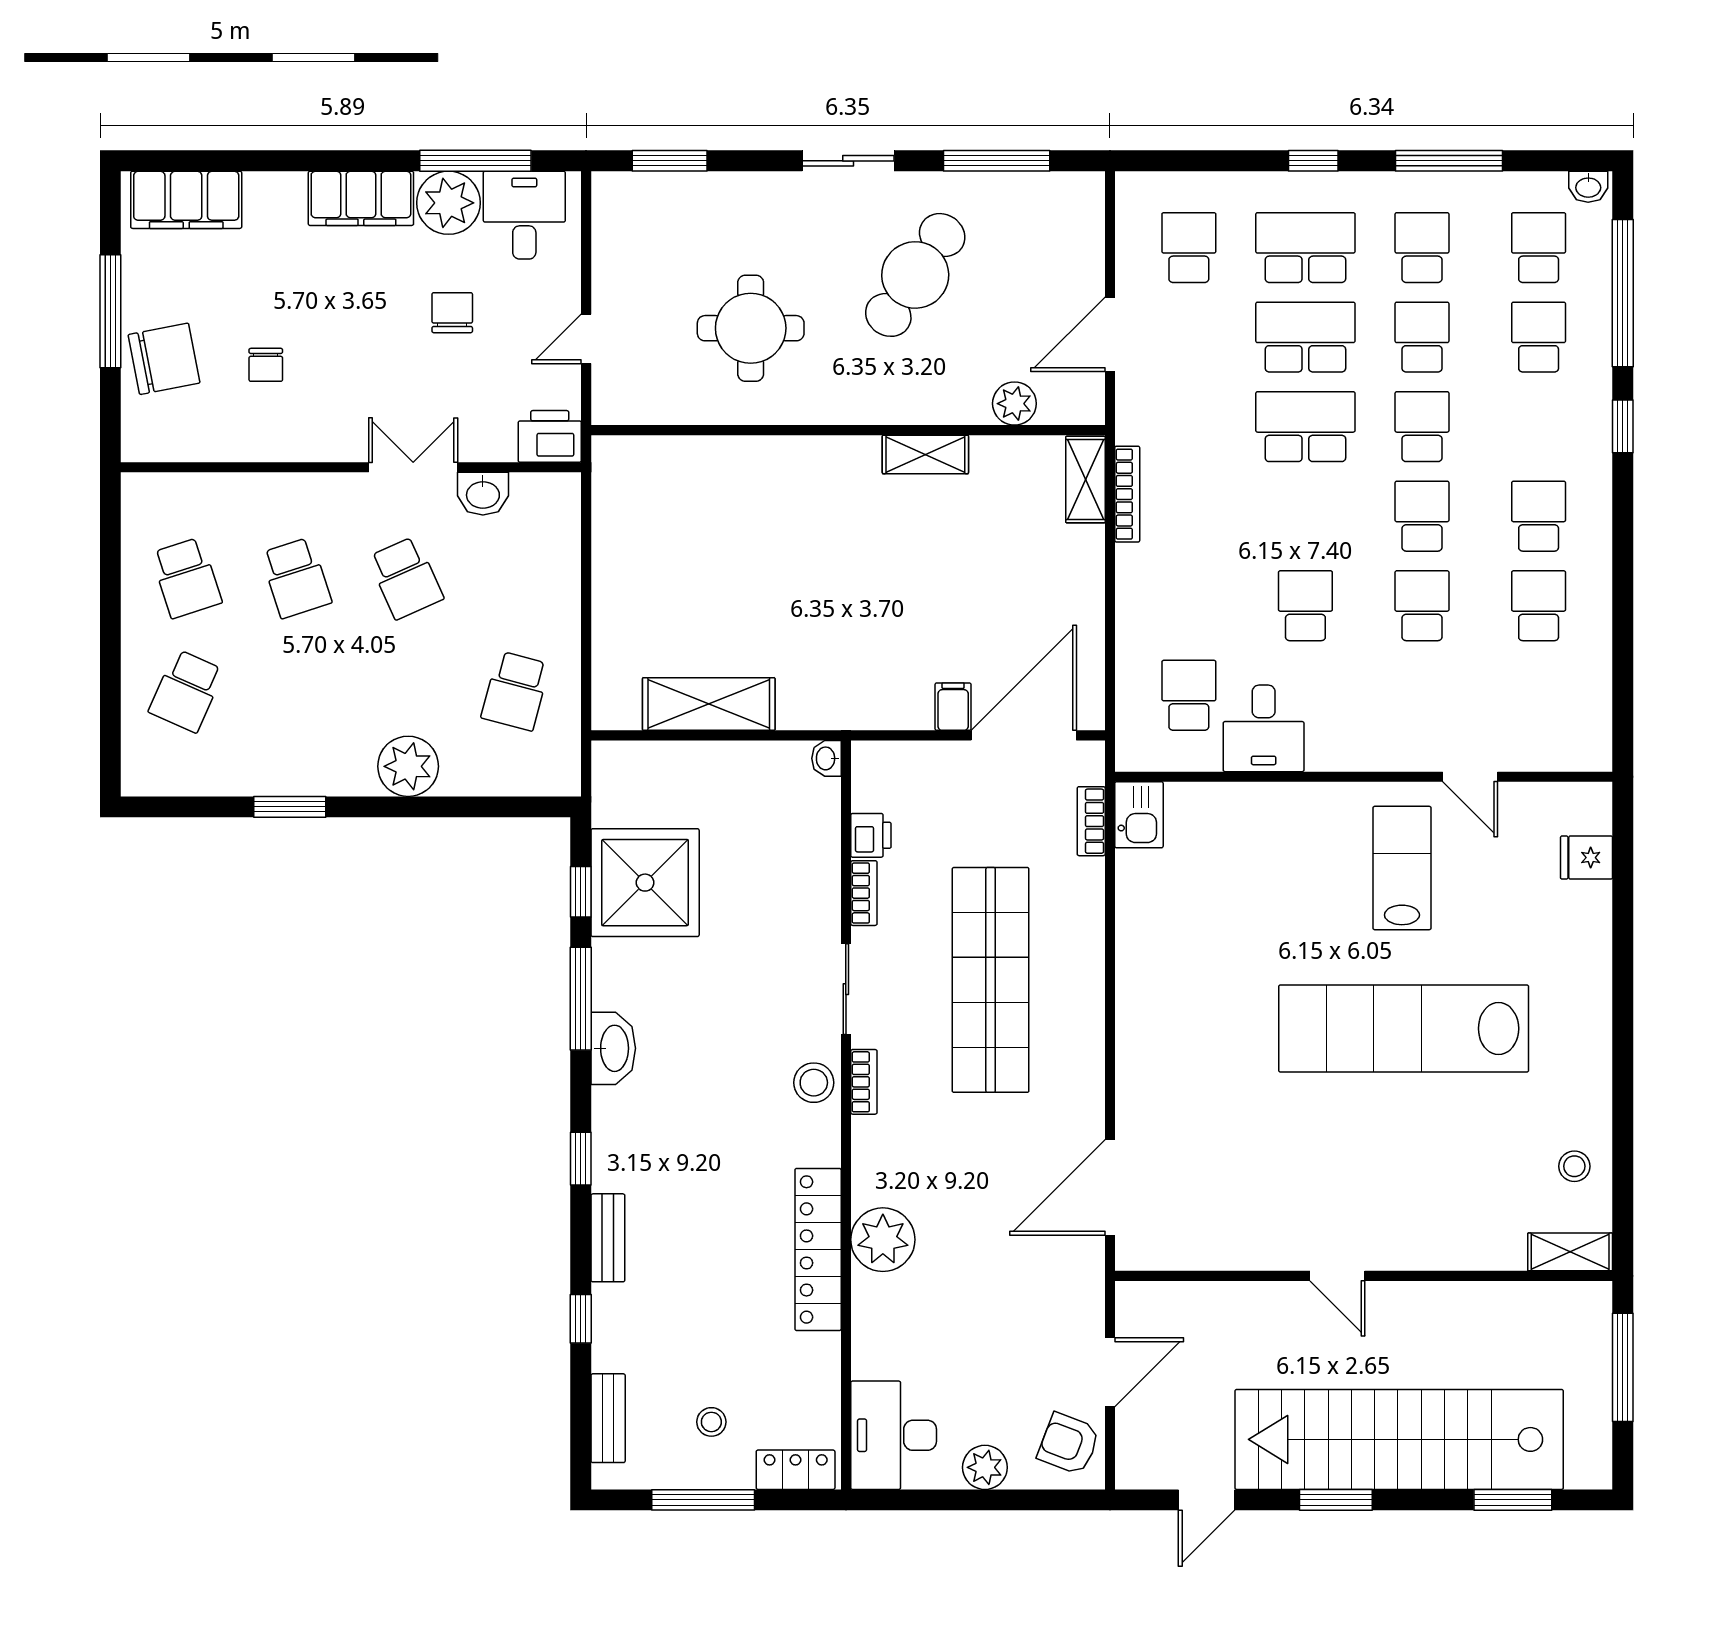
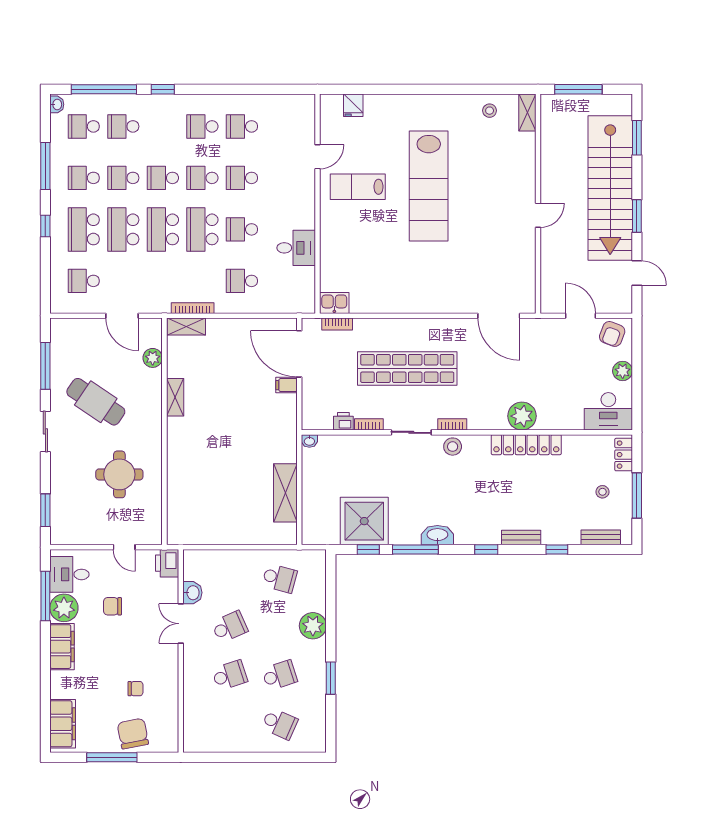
school desk: (1305, 516) -> (202, 229), added
school desk: (186, 578) -> (280, 675), moved
school desk: (1189, 695) -> (242, 281), moved

